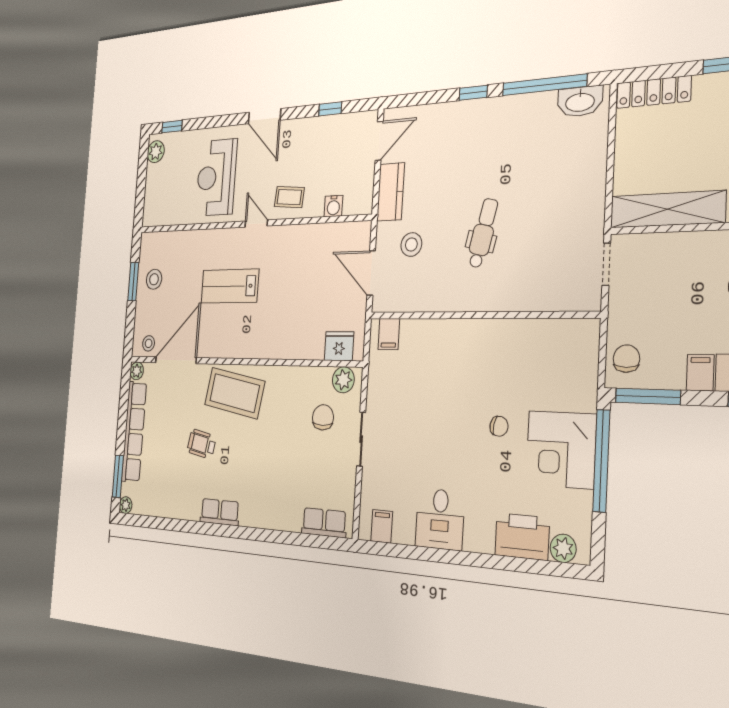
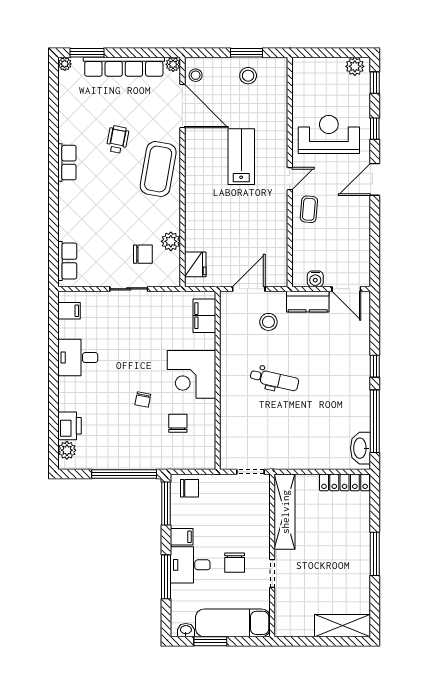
locker: (654, 92) -> (345, 482), moved, turned -90
window: (330, 109) -> (375, 129), moved
water cooler: (333, 206) -> (315, 279), moved, turned -90
filing cabinet: (389, 334) -> (204, 316), width x2.00
chair: (533, 375) -> (178, 423), added
plant: (343, 380) -> (171, 241), moved
corner desk: (561, 450) -> (191, 374), moved, turned -90
printer: (522, 537) -> (70, 426), width x0.73, depth x0.84

